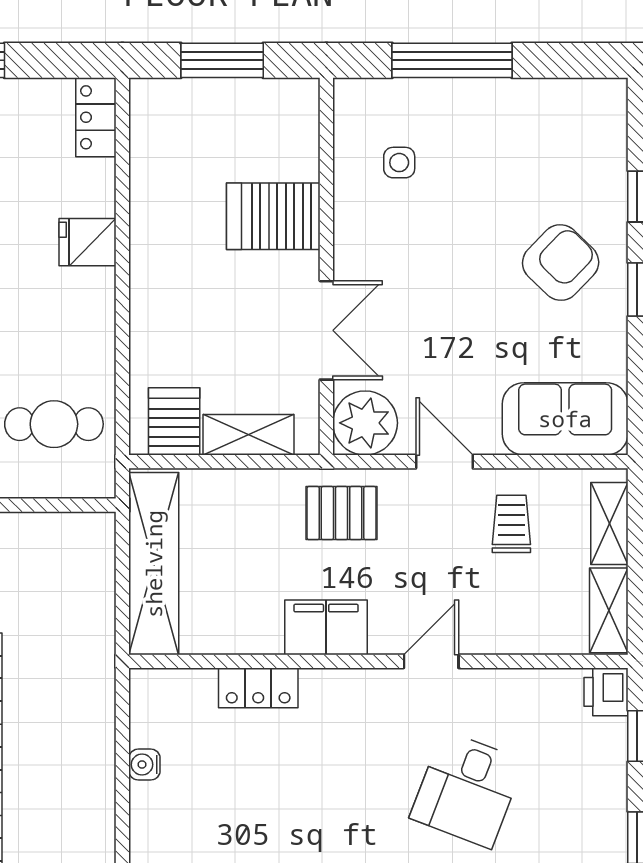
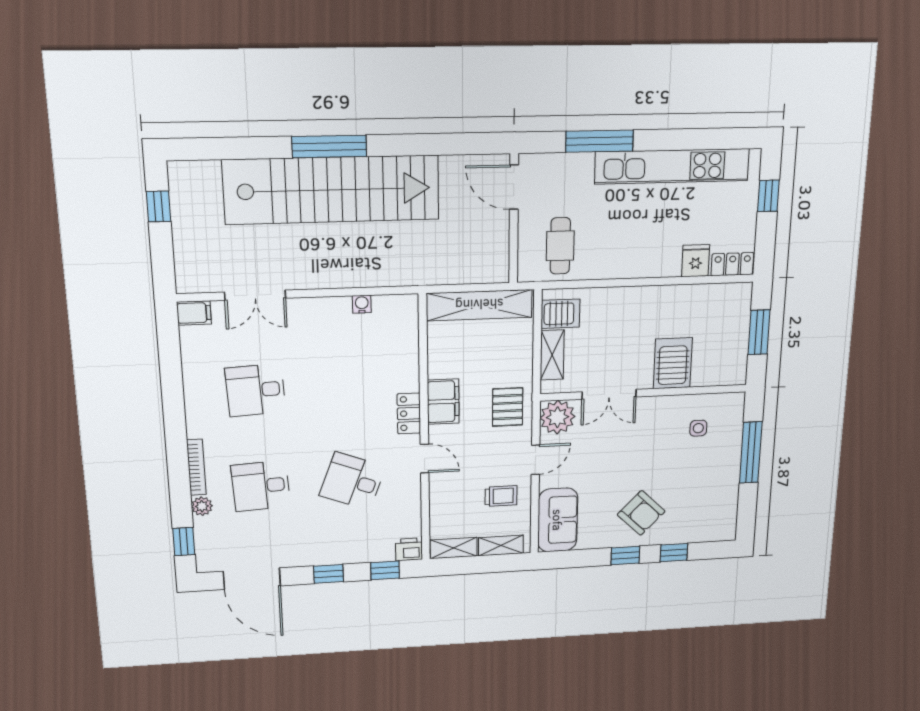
fridge: (88, 242) -> (696, 261), moved
locker: (258, 688) -> (409, 413), moved

